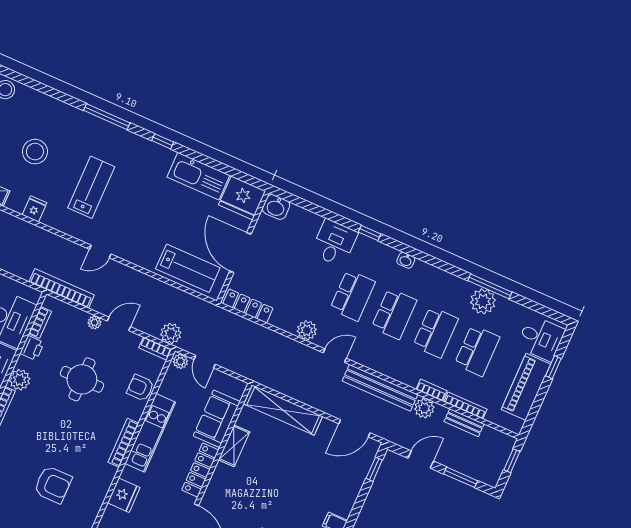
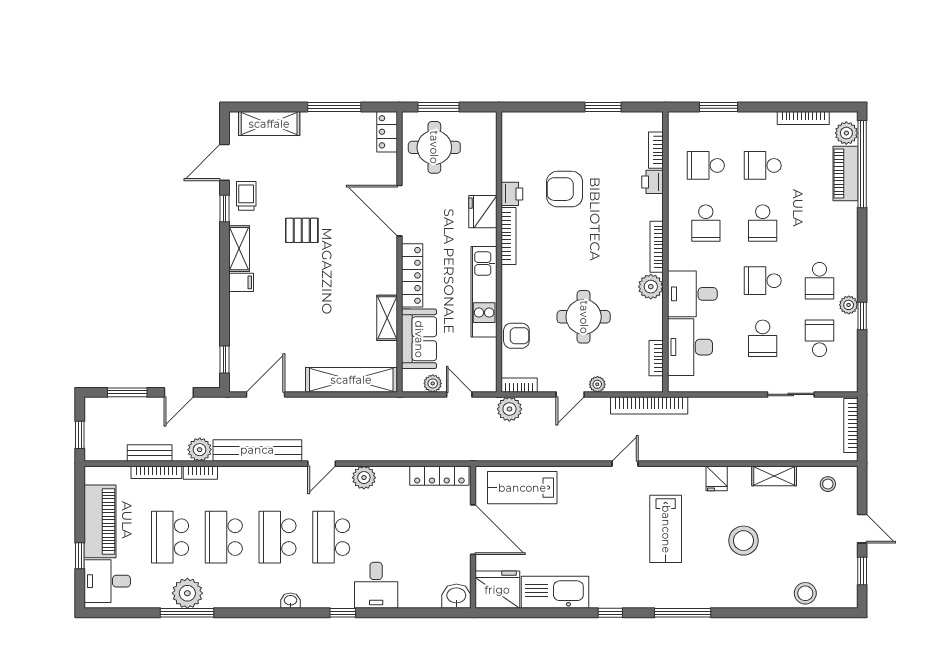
printer: (32, 348) -> (512, 194), moved, turned 180
plant: (180, 361) -> (433, 383), moved
bookcase: (123, 443) -> (508, 236), moved

